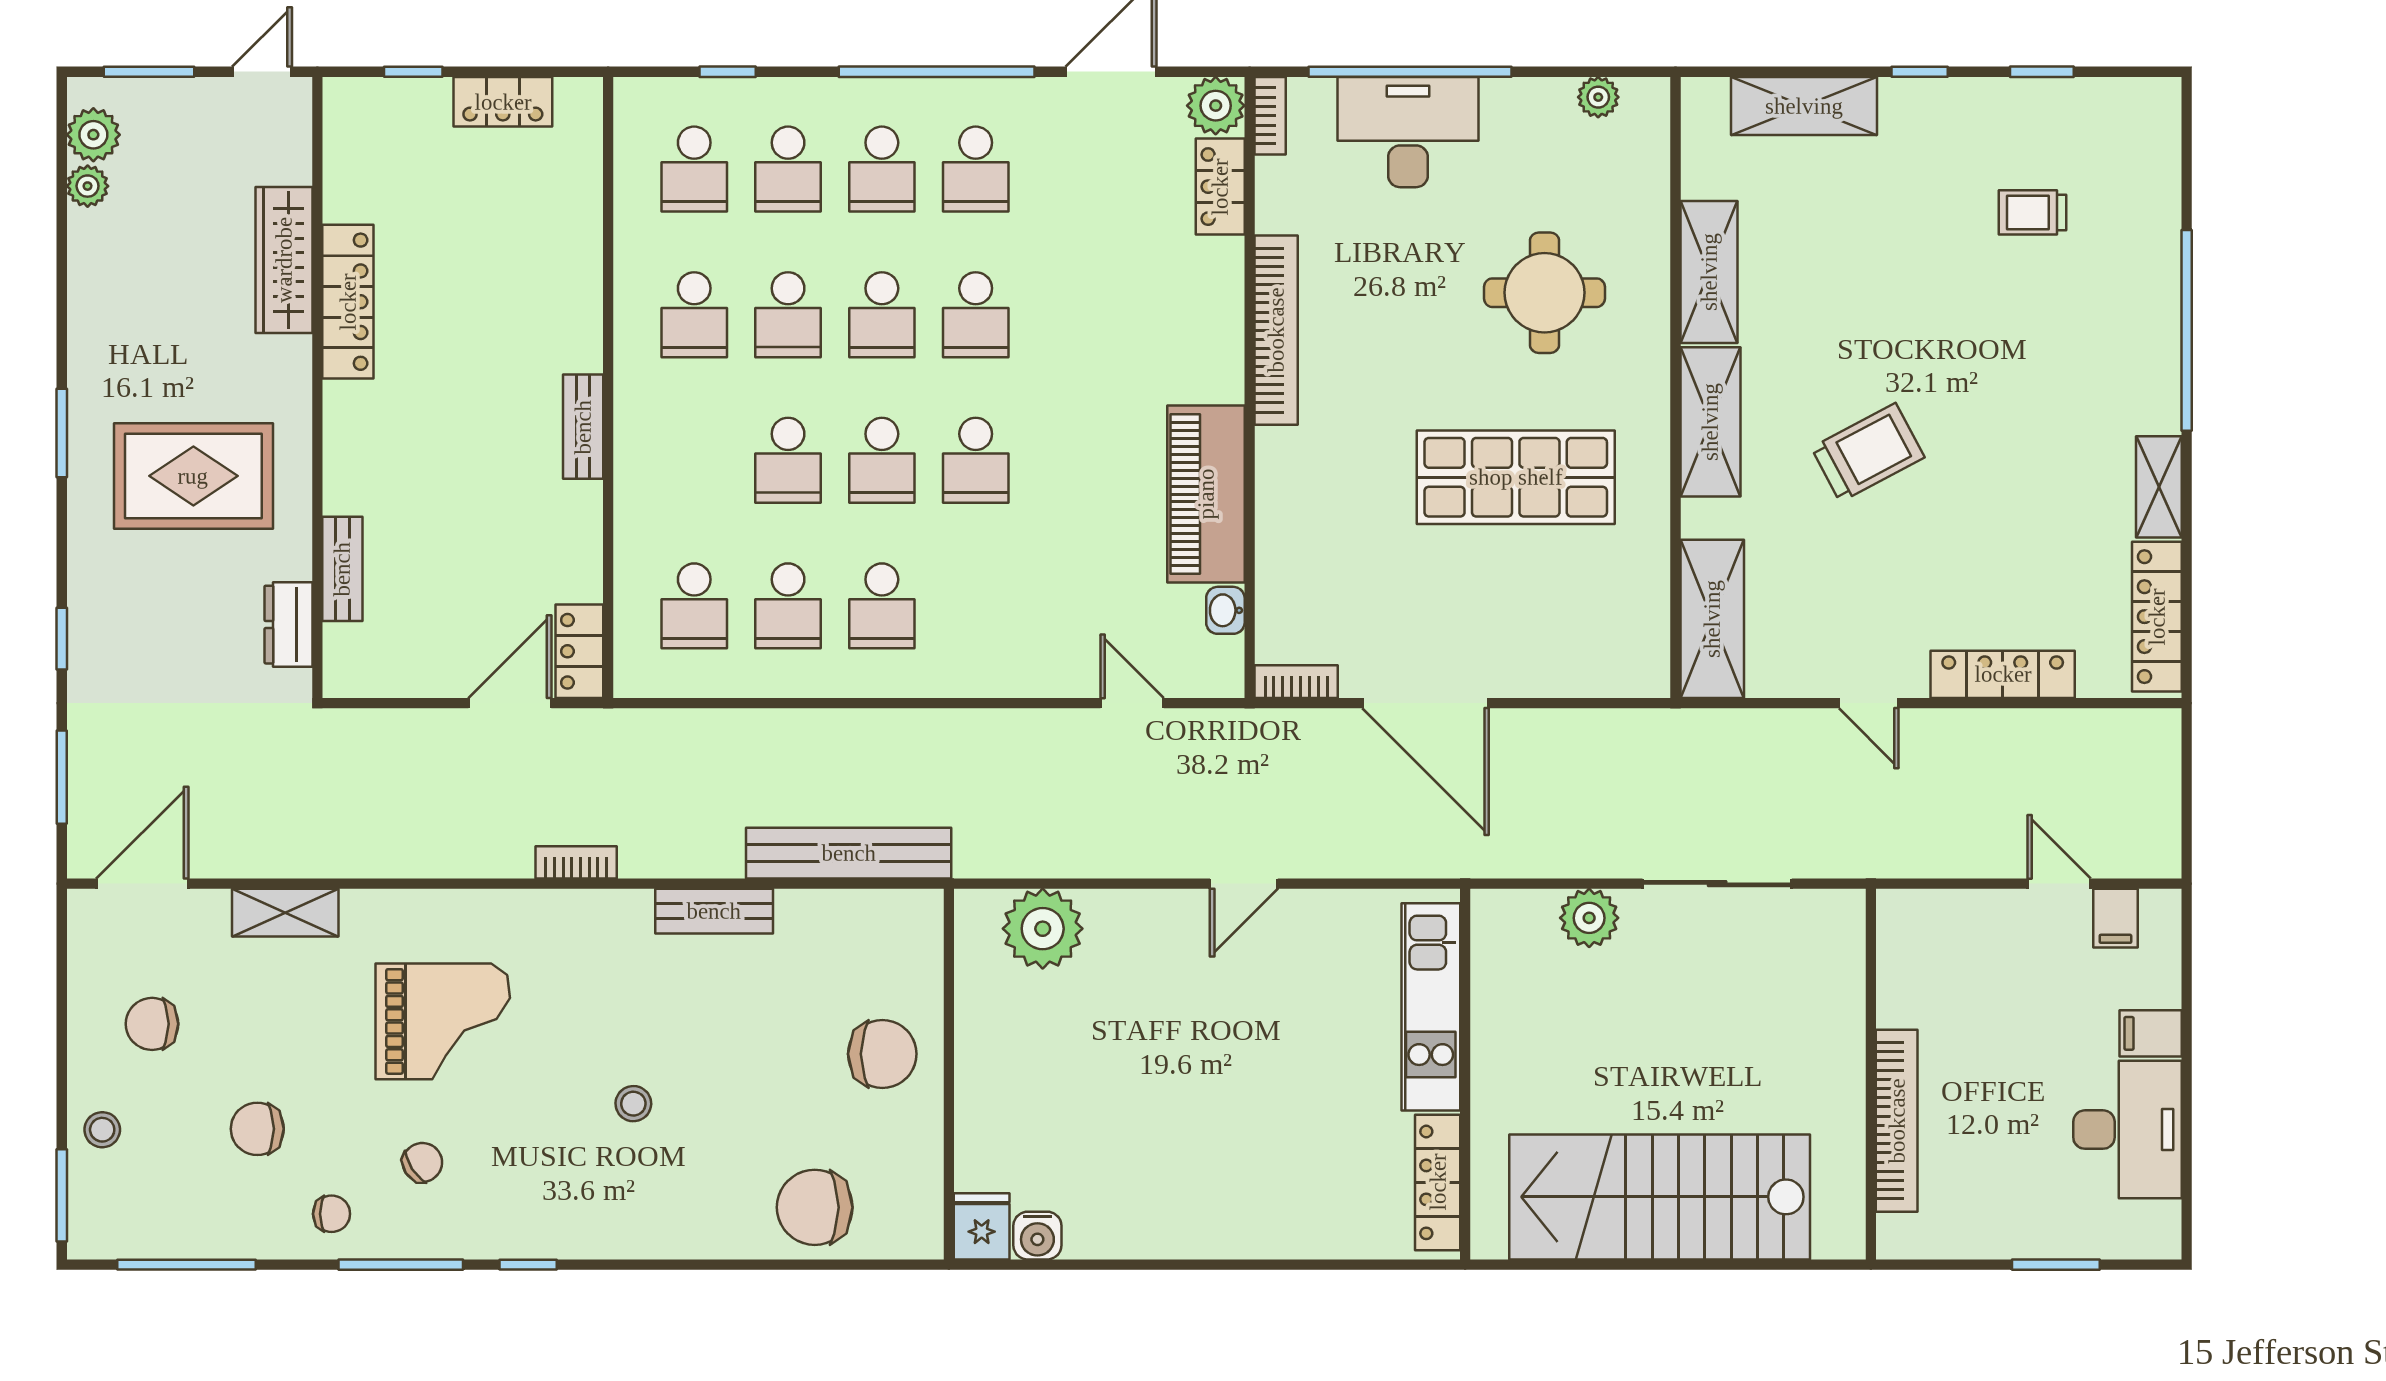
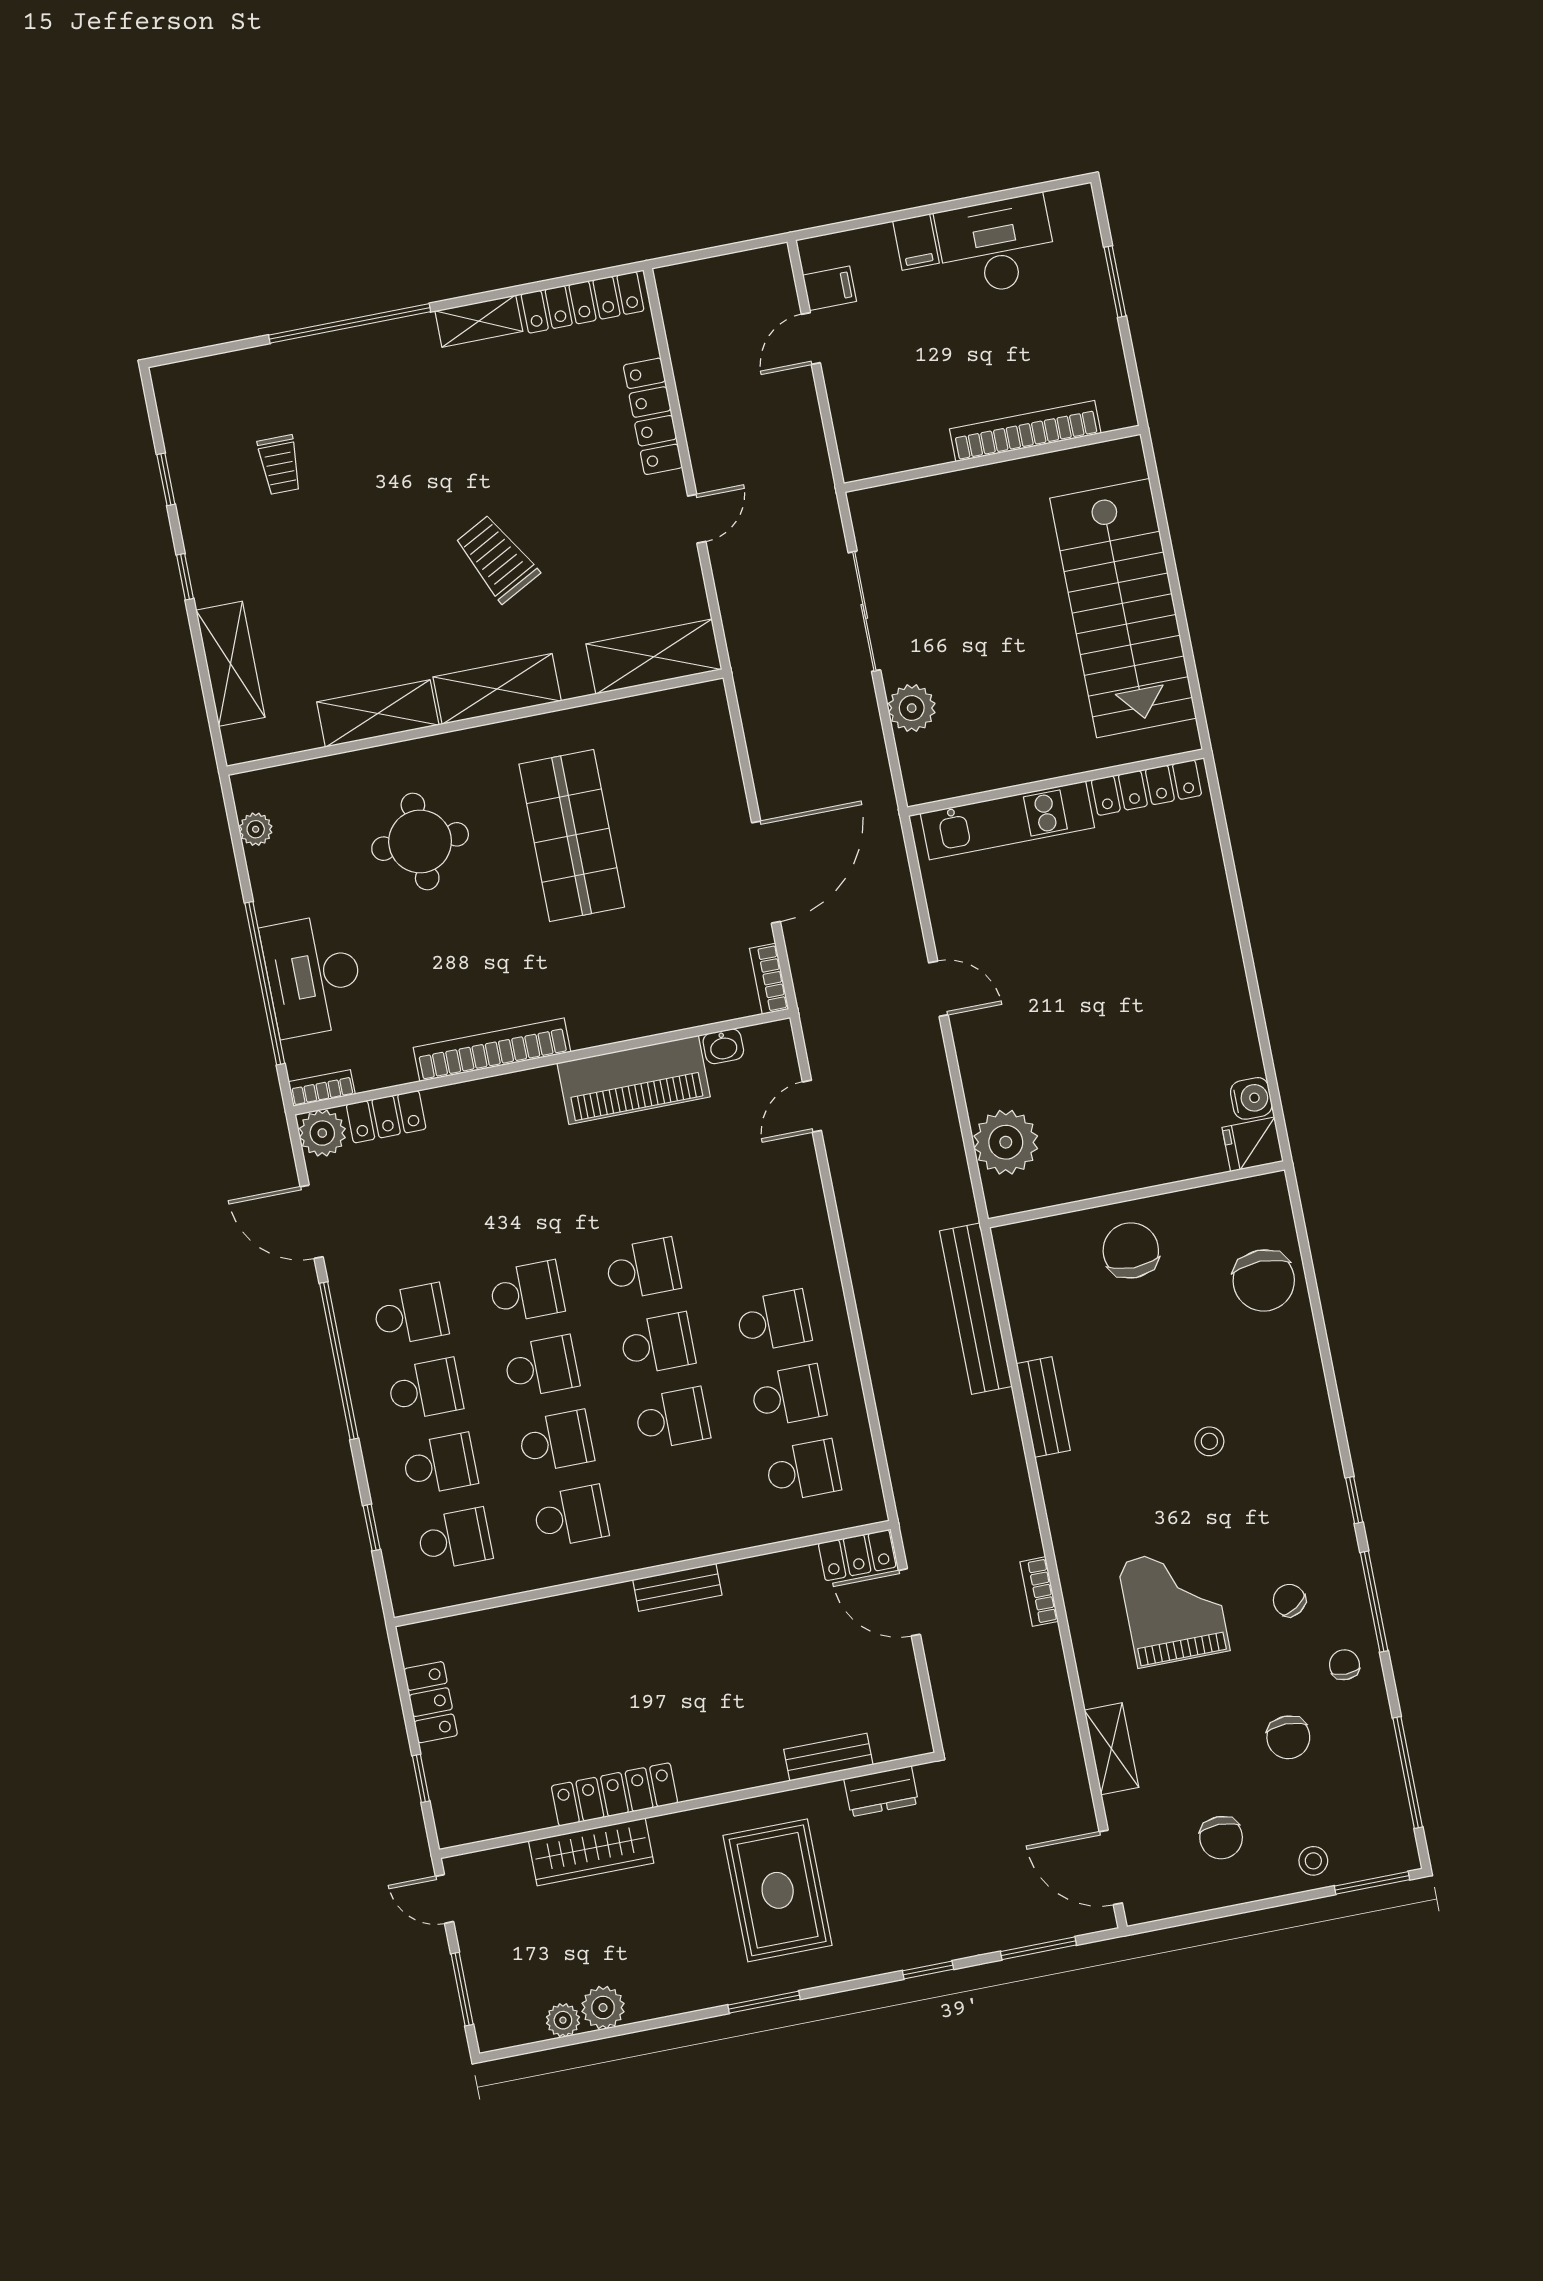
plant: (93, 135) -> (603, 2008), moved
bookcase: (576, 862) -> (1039, 1592), moved

